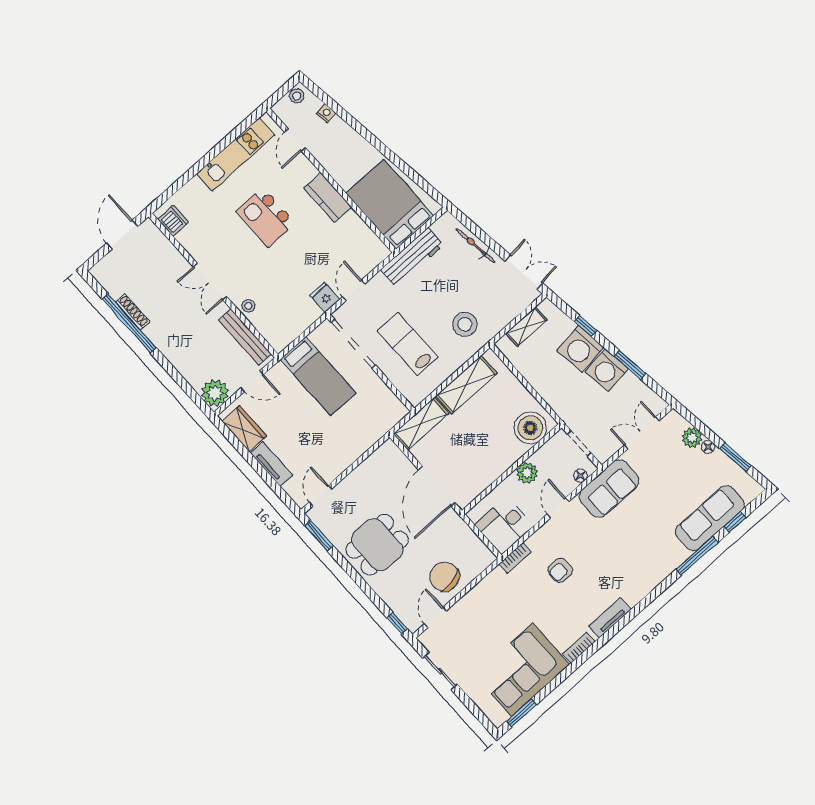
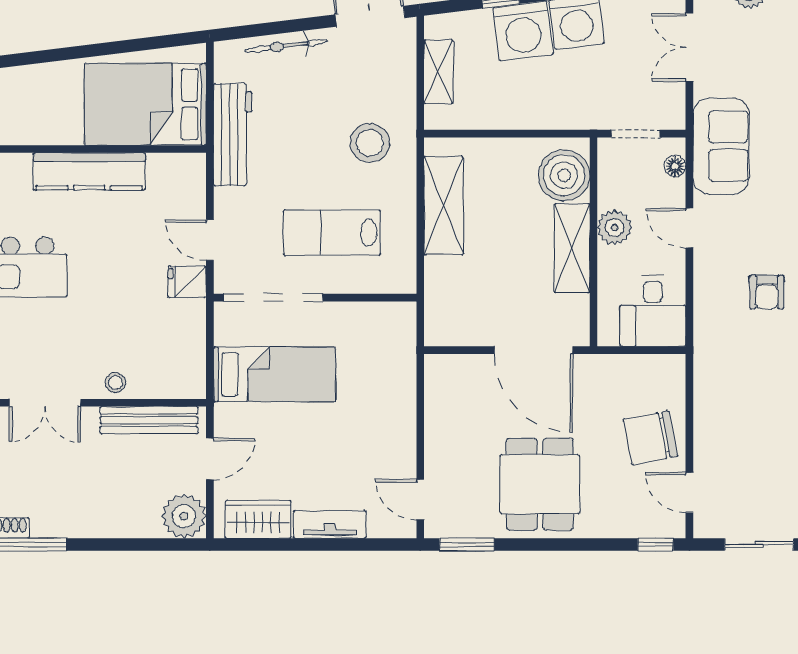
kitchen counter: (328, 198) -> (89, 171), width x1.50
shelving: (421, 424) -> (572, 248), moved
bookcase: (515, 558) -> (704, 333), removed

